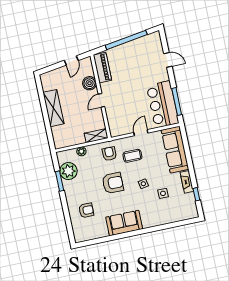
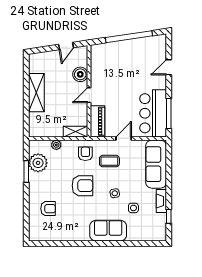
door: (168, 60) -> (169, 67), swing flipped
piano: (102, 68) -> (97, 121), moved
sofa: (124, 223) -> (108, 231), moved

